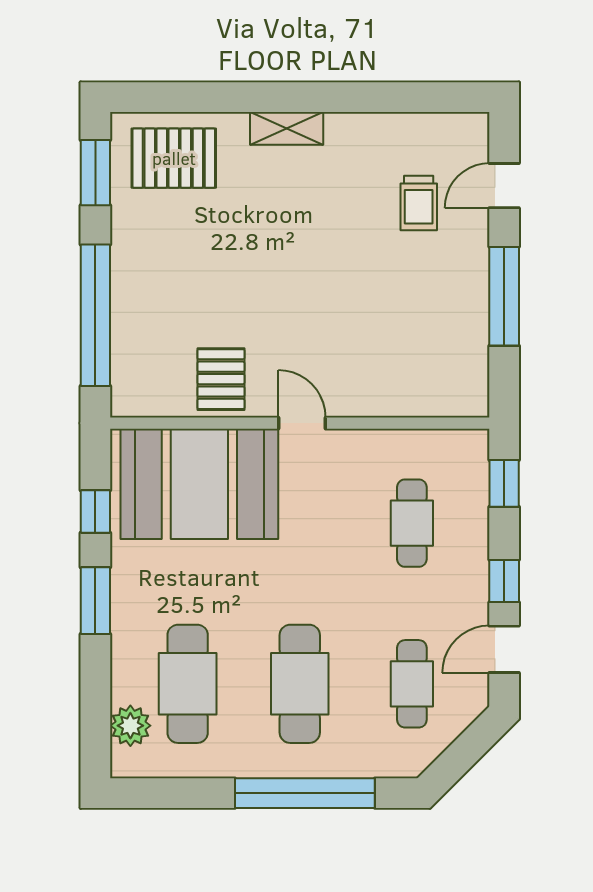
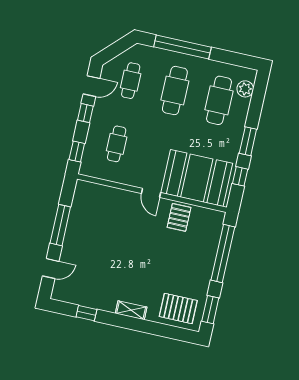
window: (393, 97) -> (86, 313), added
trolley: (419, 203) -> (86, 269), removed

